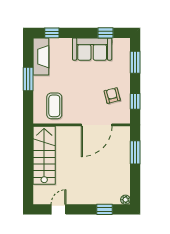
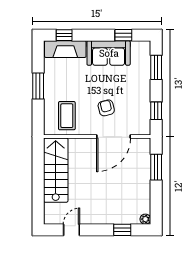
fireplace: (41, 57) -> (65, 49), moved, turned 90
armchair: (112, 96) -> (106, 108), moved

